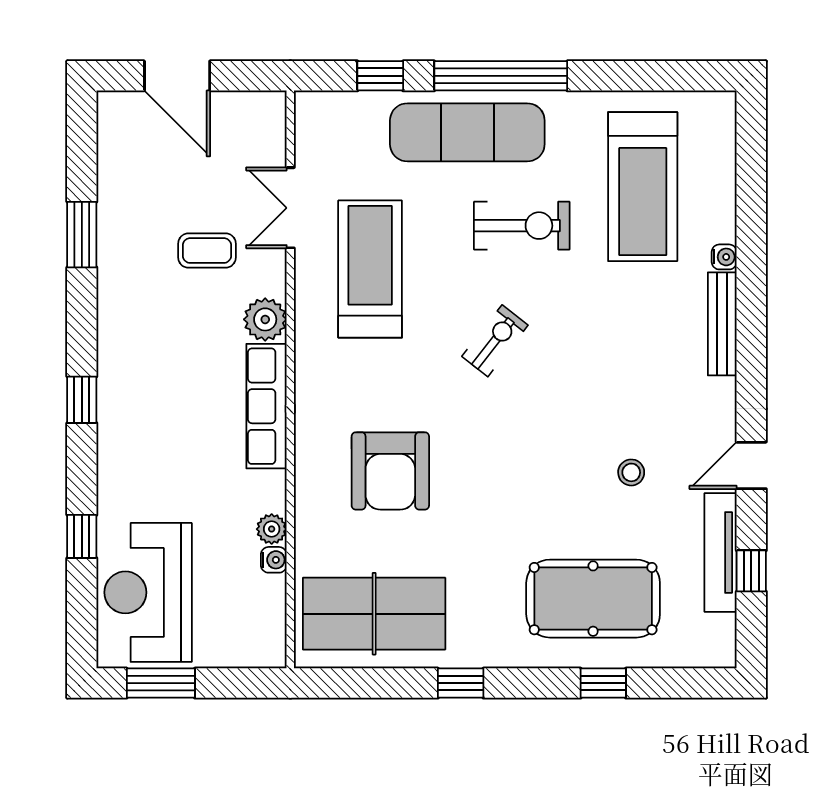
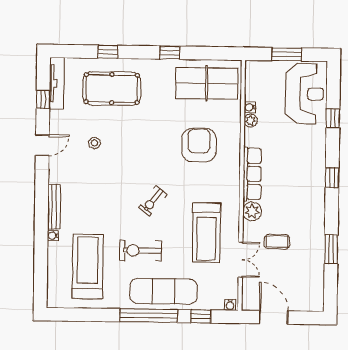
door: (177, 76) -> (274, 317), moved
water cooler: (313, 103) -> (230, 305), added
tv unit: (721, 552) -> (57, 83), moved
window: (161, 683) -> (287, 54), moved

